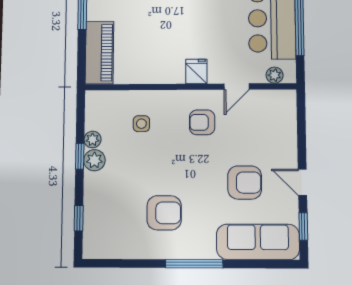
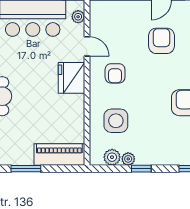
fridge: (196, 71) -> (71, 78), width x1.88, depth x1.34
side table: (141, 124) -> (116, 121), width x1.87, depth x1.87
plant: (94, 160) -> (112, 157), moved

